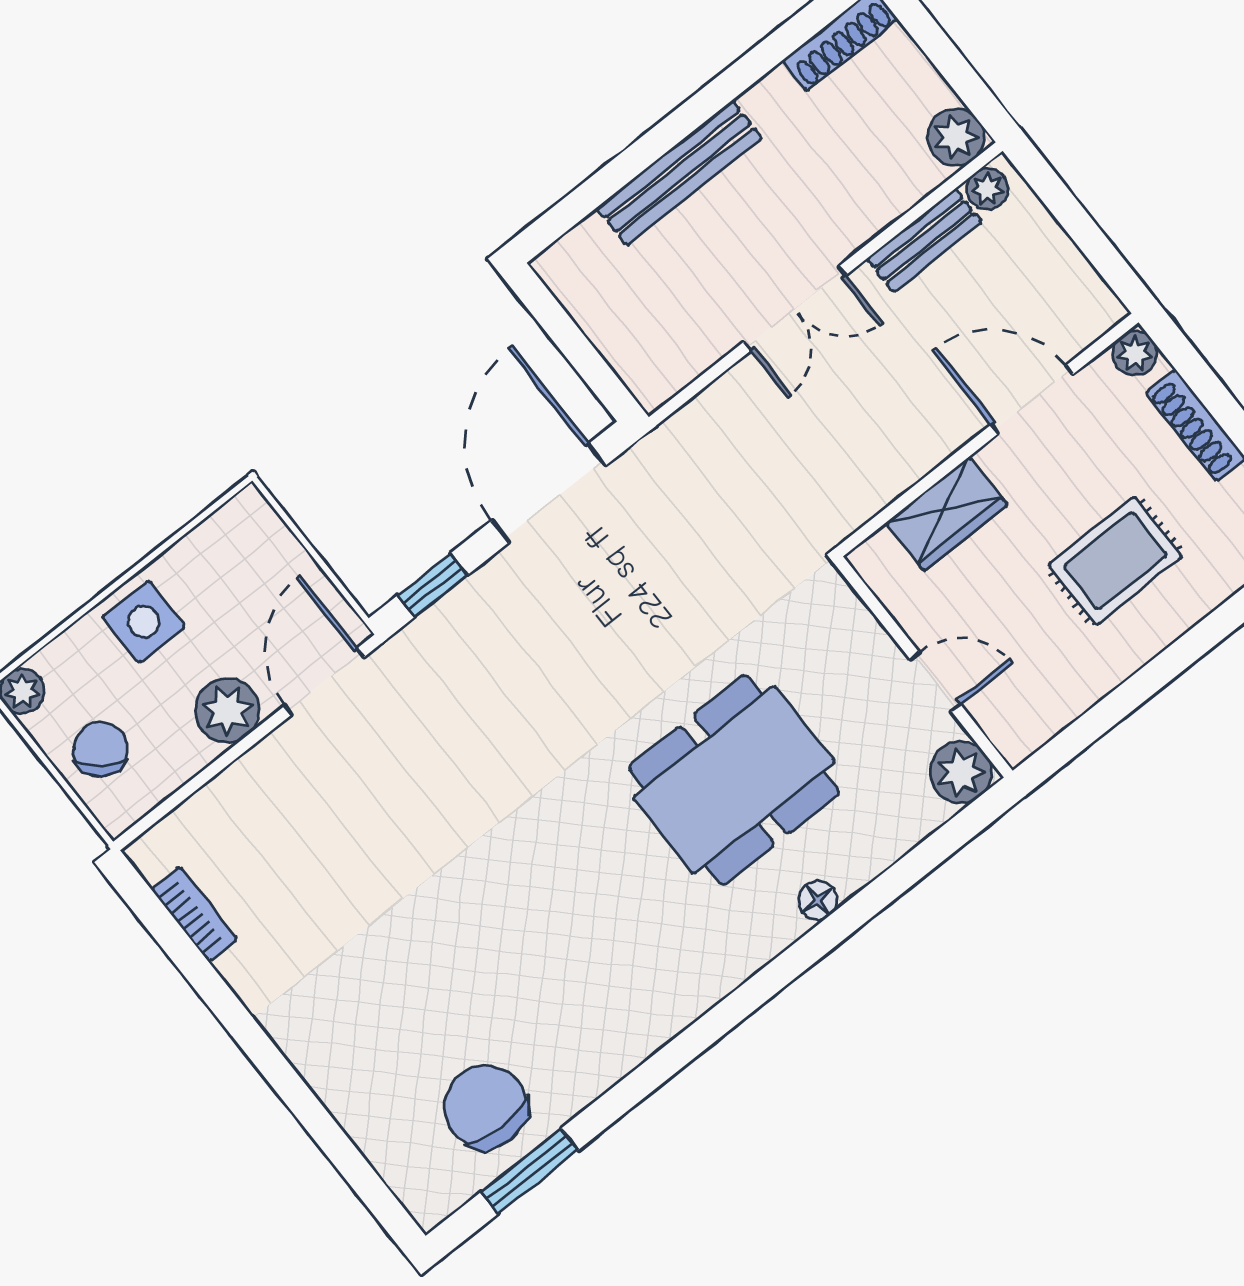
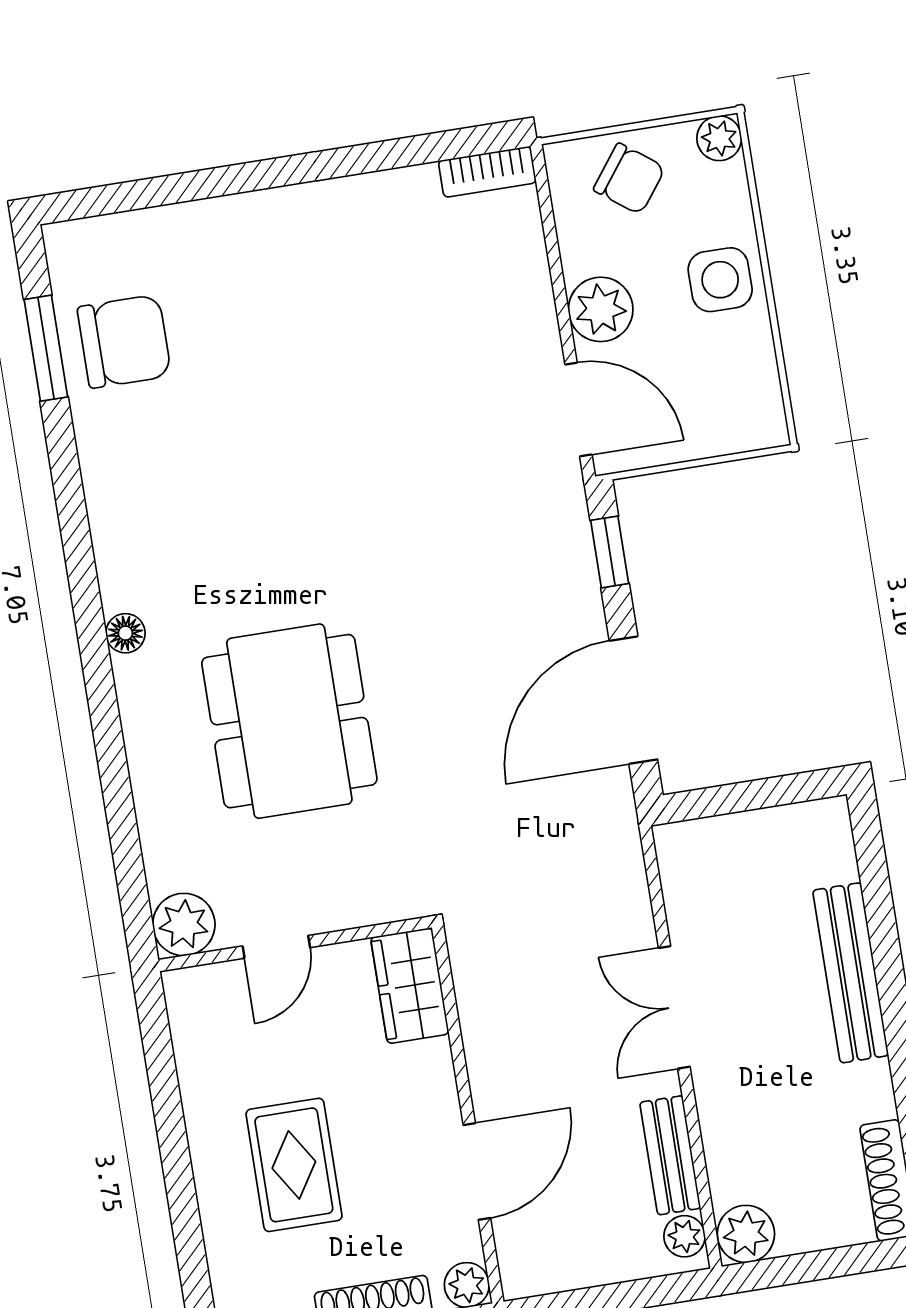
door: (549, 493) -> (633, 700), swing flipped
wardrobe: (947, 514) -> (410, 986), moved
floor lamp: (818, 900) -> (125, 633), moved
bookcase: (194, 914) -> (487, 172), moved

